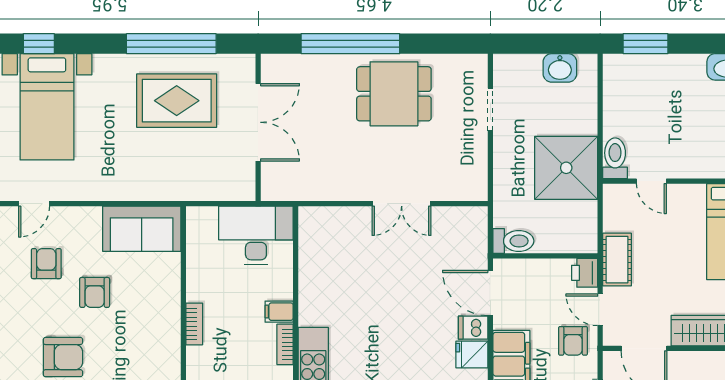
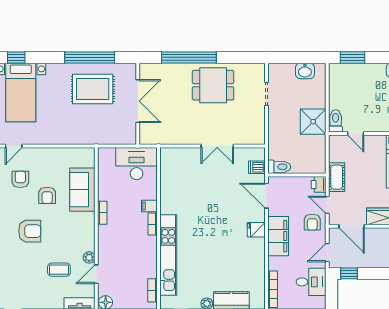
shower: (566, 168) -> (313, 122), width x0.73, depth x0.73
sofa: (142, 229) -> (82, 190), moved, turned 90
dishwasher: (473, 328) -> (257, 167), moved

